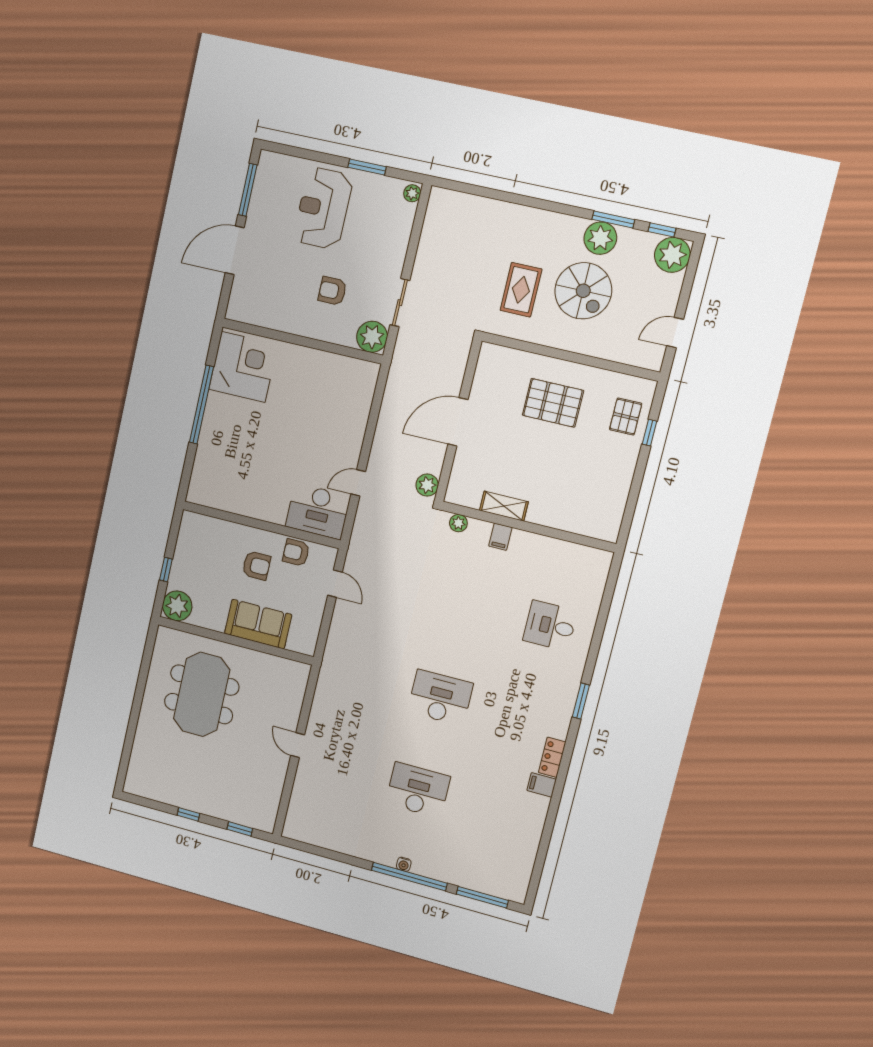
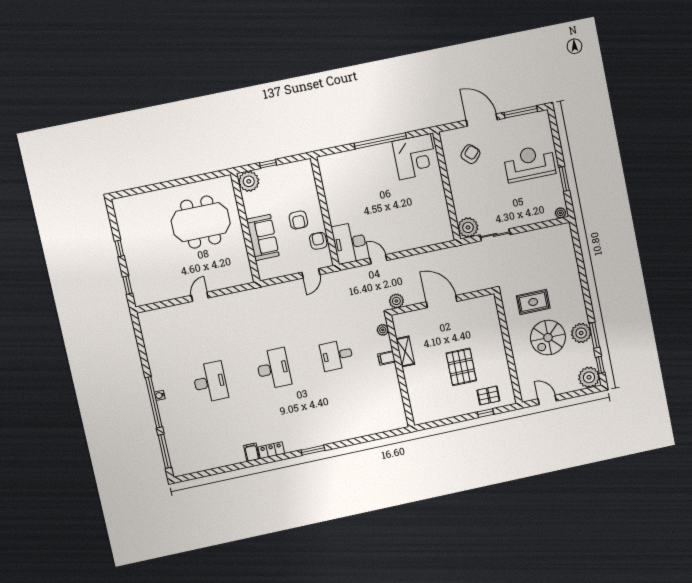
armchair: (332, 291) -> (470, 154), moved, turned 44
pallet: (553, 403) -> (461, 367), moved
desk: (550, 626) -> (337, 355), moved, turned -90

